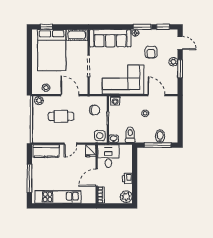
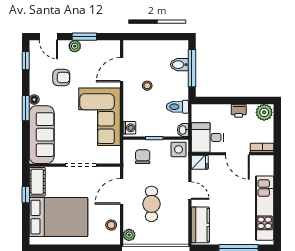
window: (46, 27) -> (26, 195), moved
window: (142, 27) -> (26, 108), moved
door: (180, 43) -> (48, 37), swing flipped

